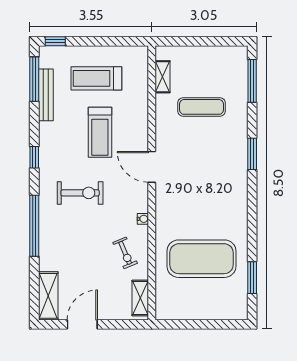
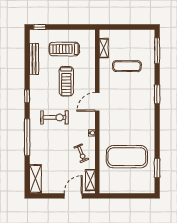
window: (34, 79) -> (27, 50), removed
door: (152, 167) -> (97, 102), hinge flipped
door: (82, 324) -> (73, 196), moved

